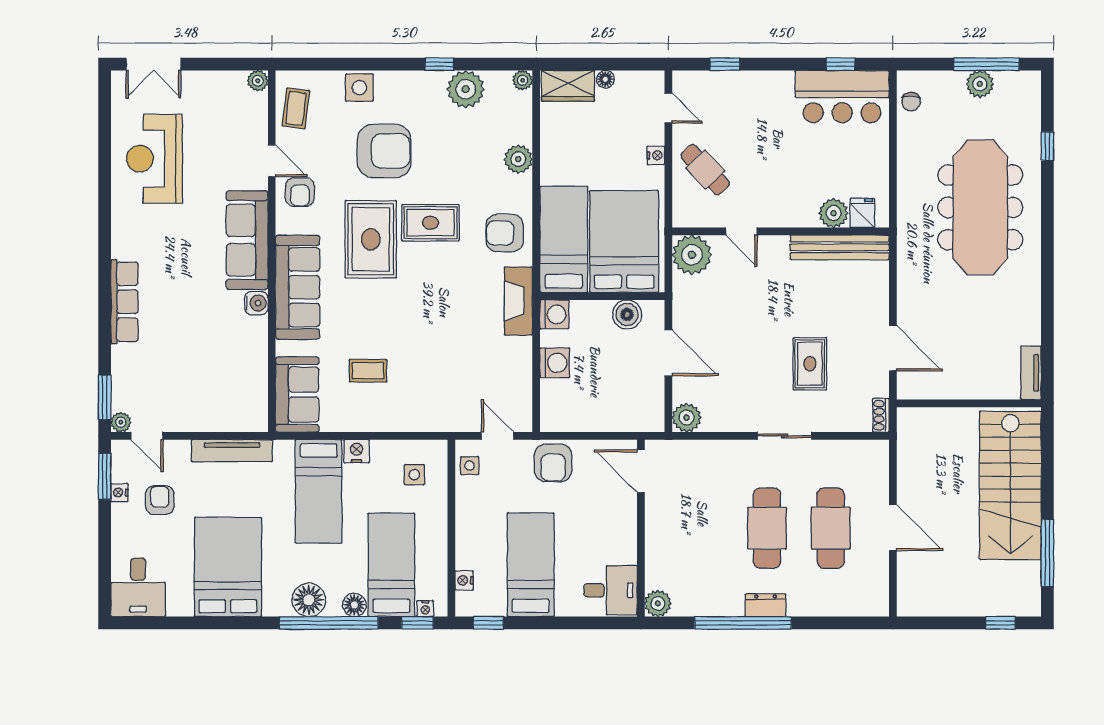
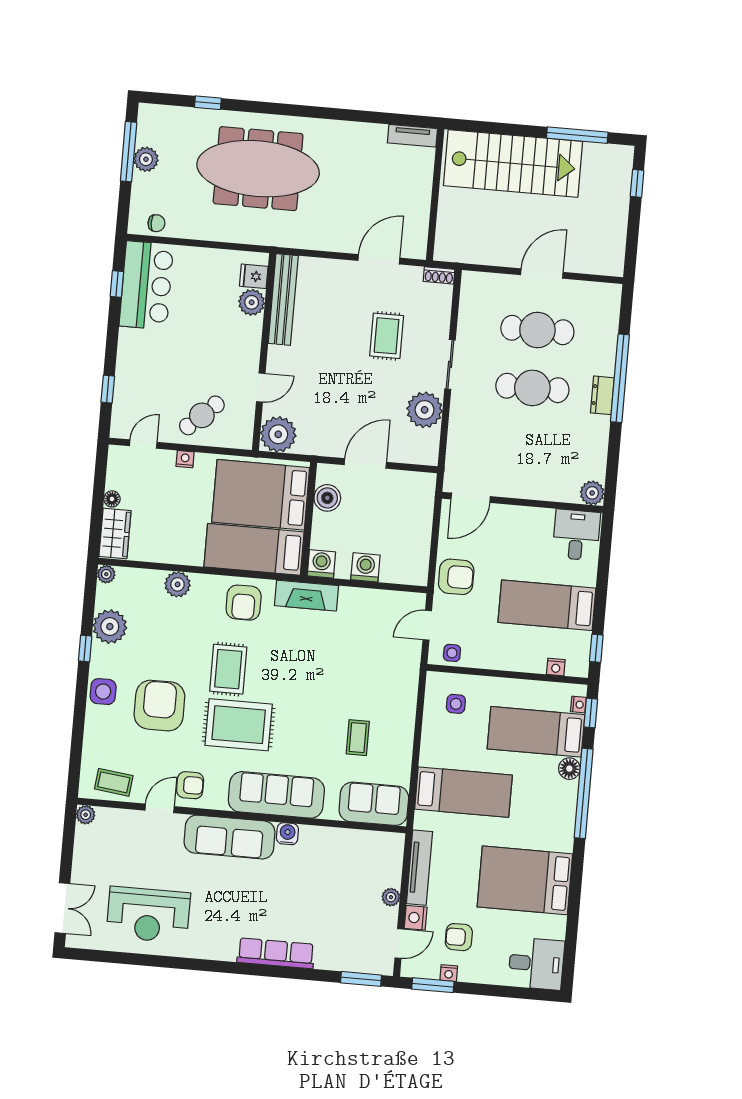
side table: (359, 87) -> (103, 692), moved
rug: (810, 364) -> (387, 336), turned 90
plant: (687, 418) -> (425, 410), moved, width x1.36, depth x1.36
plant: (121, 422) -> (391, 897), moved
nightstand: (357, 451) -> (416, 918), moved
floor lamp: (309, 600) -> (561, 810), removed
window: (743, 623) -> (620, 378), moved

